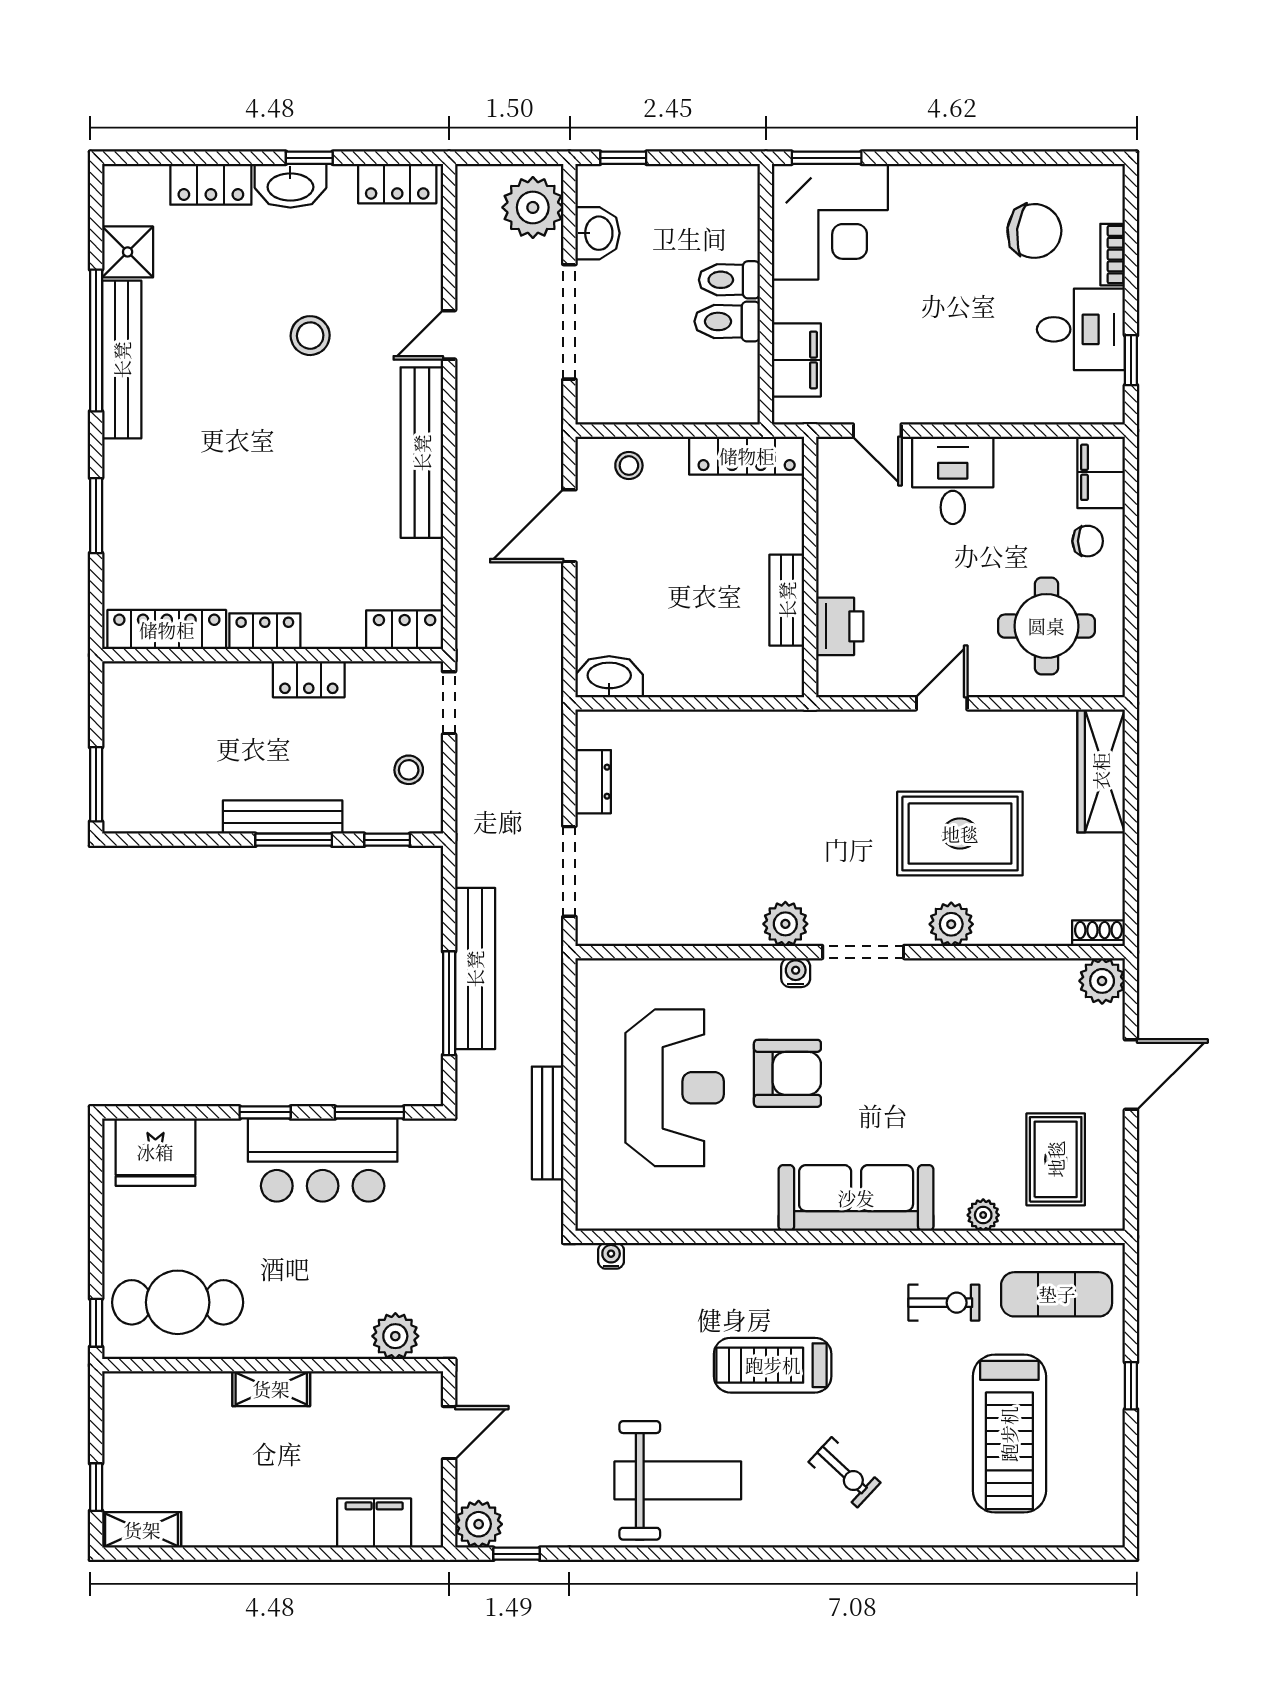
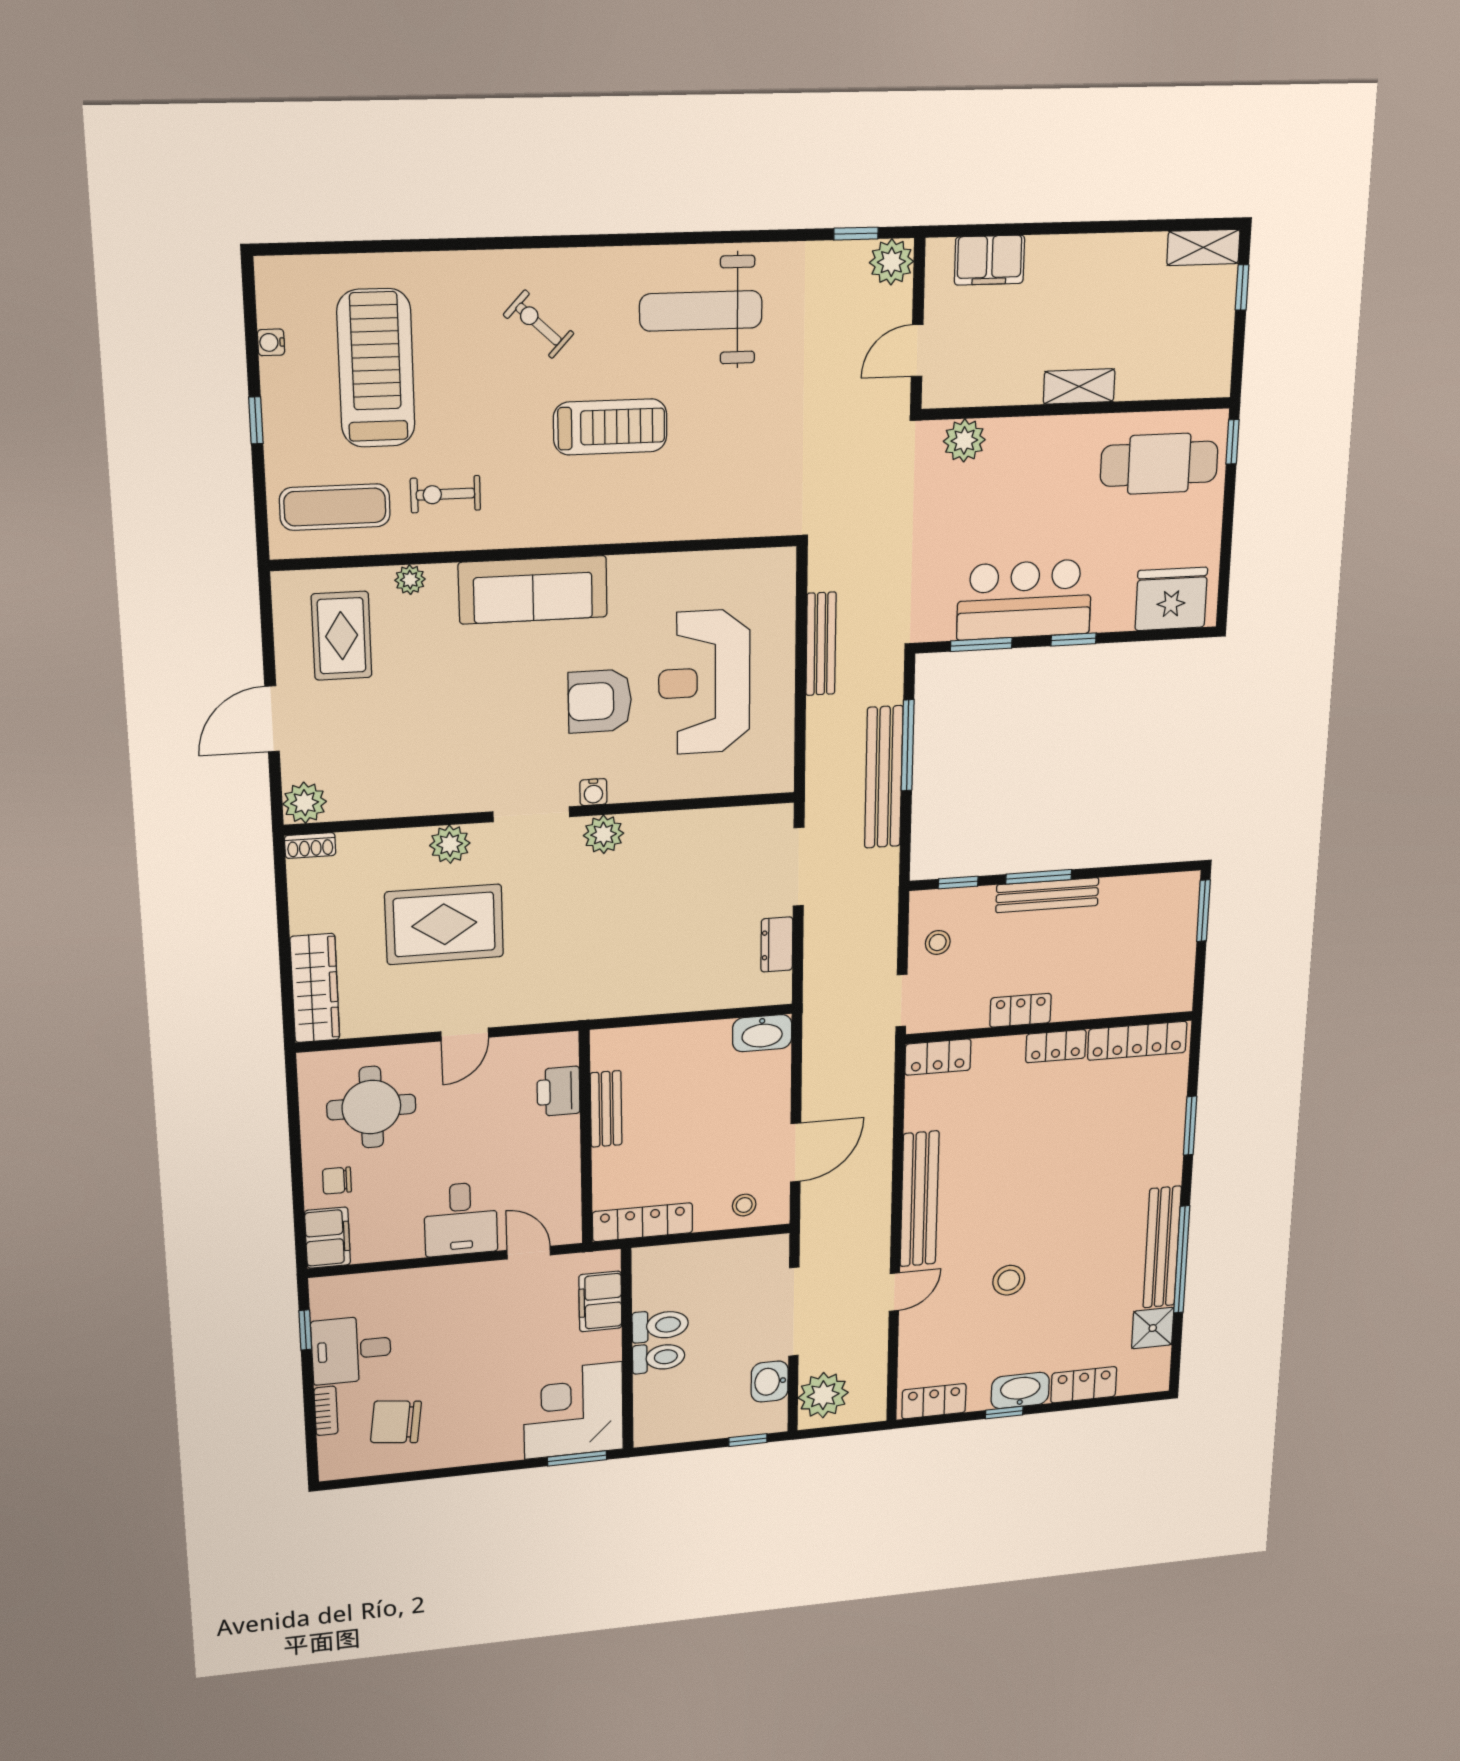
water cooler: (611, 1256) -> (271, 342), moved, turned 90

